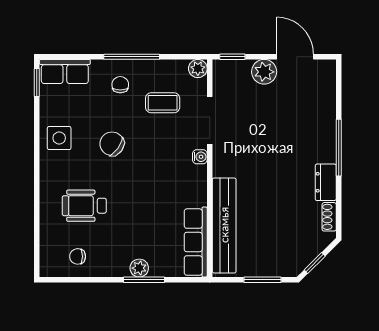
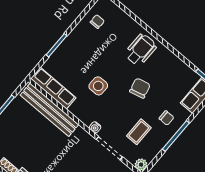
side table: (59, 138) -> (98, 86), moved
chair: (112, 144) -> (140, 88), turned -50
wheelchair: (84, 206) -> (141, 50), moved
plant: (139, 268) -> (65, 48), removed

